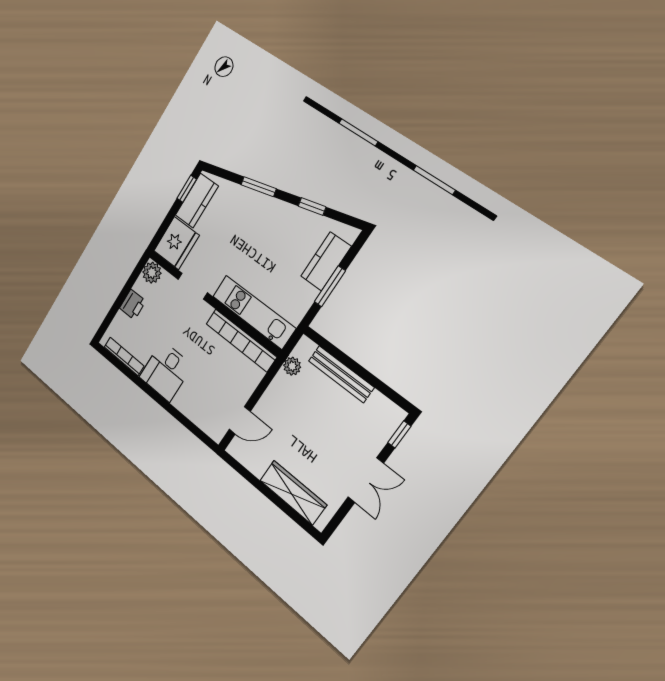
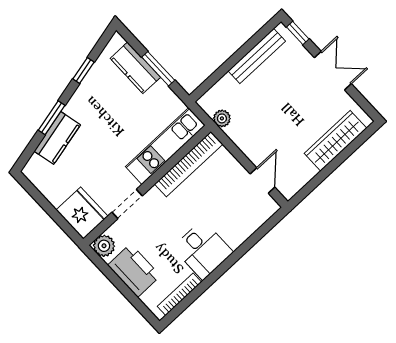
window: (187, 189) -> (33, 191), removed
kitchen counter: (197, 201) -> (57, 138), moved, turned 77
printer: (133, 305) -> (134, 270), width x1.87, depth x1.48
bench: (341, 374) -> (257, 56), moved

